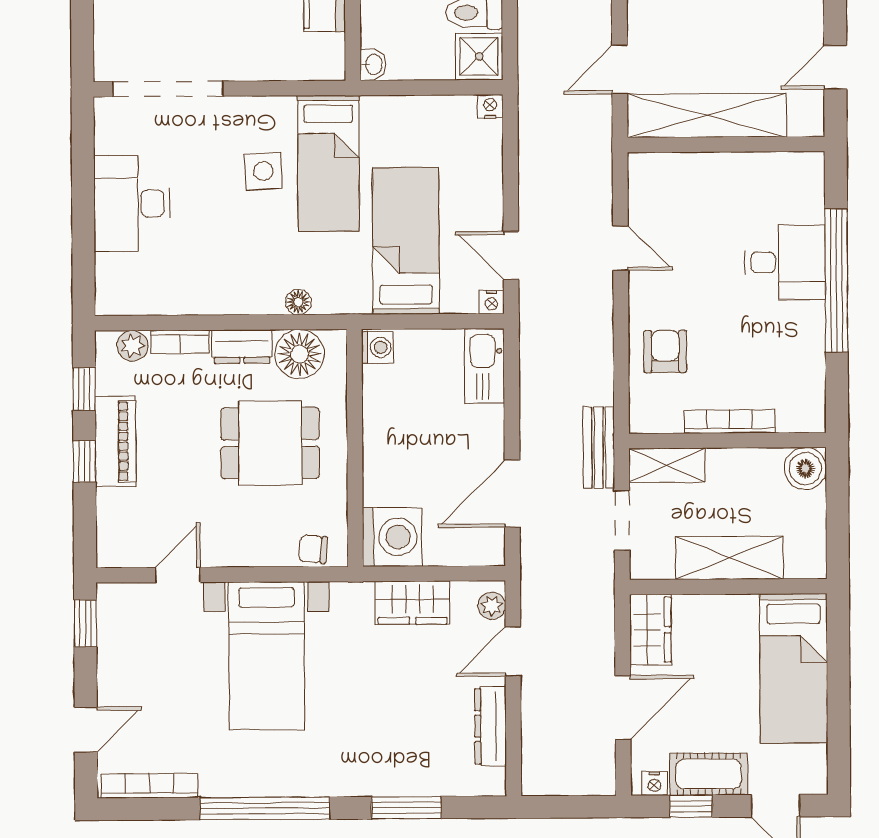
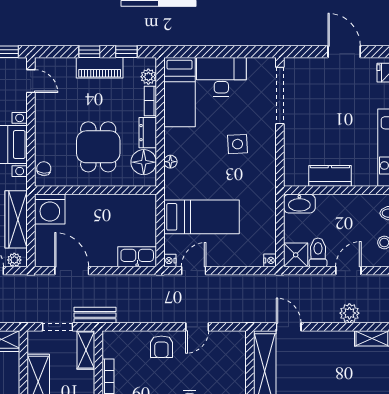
washbasin: (373, 64) -> (299, 204), width x1.91, depth x1.45
bed: (329, 163) -> (180, 92), moved, turned -90
washing machine: (377, 347) -> (147, 202), removed
armchair: (665, 351) -> (161, 347), moved, turned 90
door: (178, 575) -> (31, 81), moved
wardrobe: (413, 603) -> (16, 219), width x1.50

